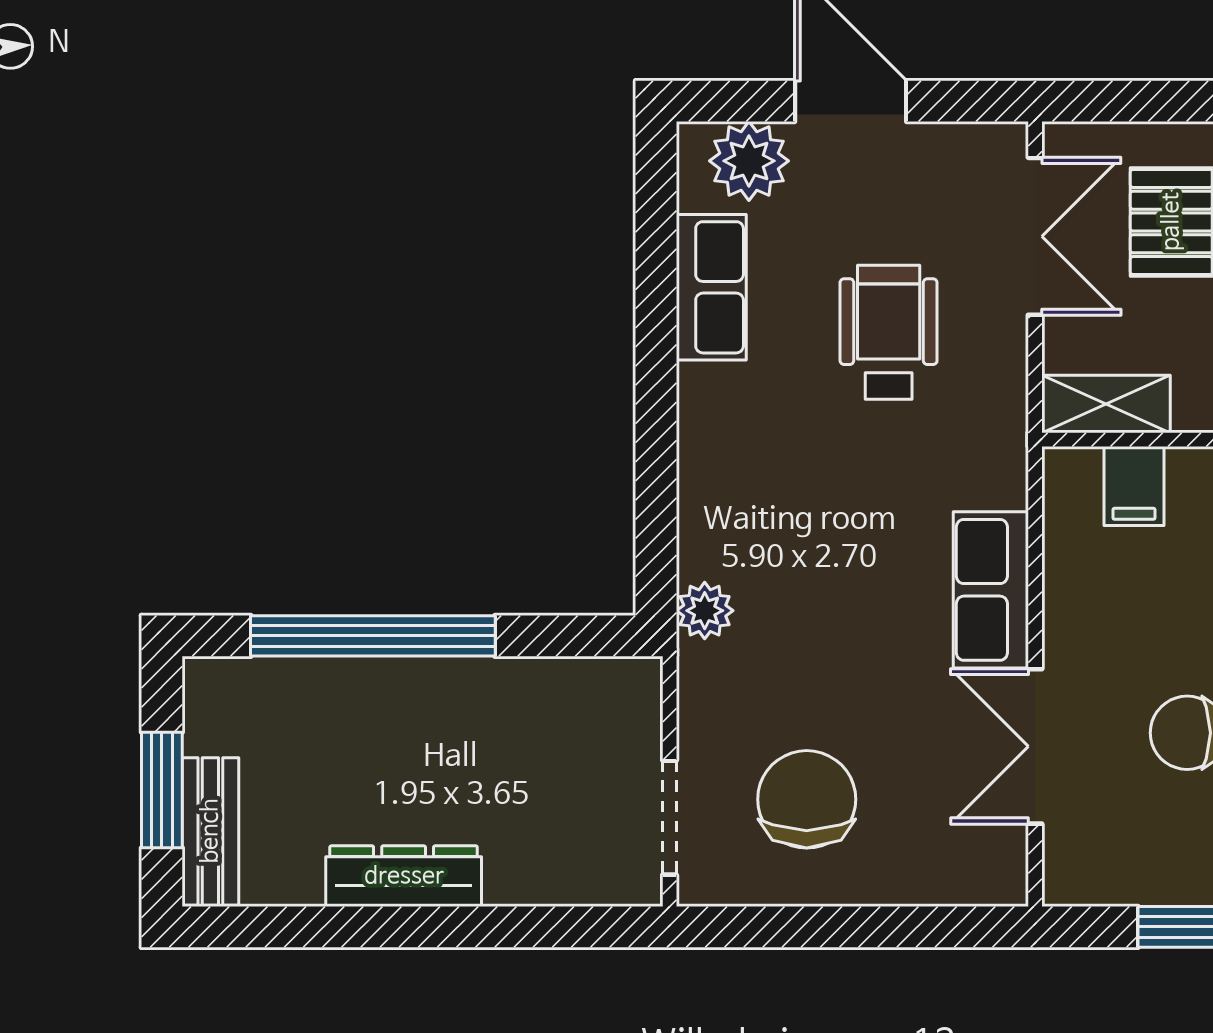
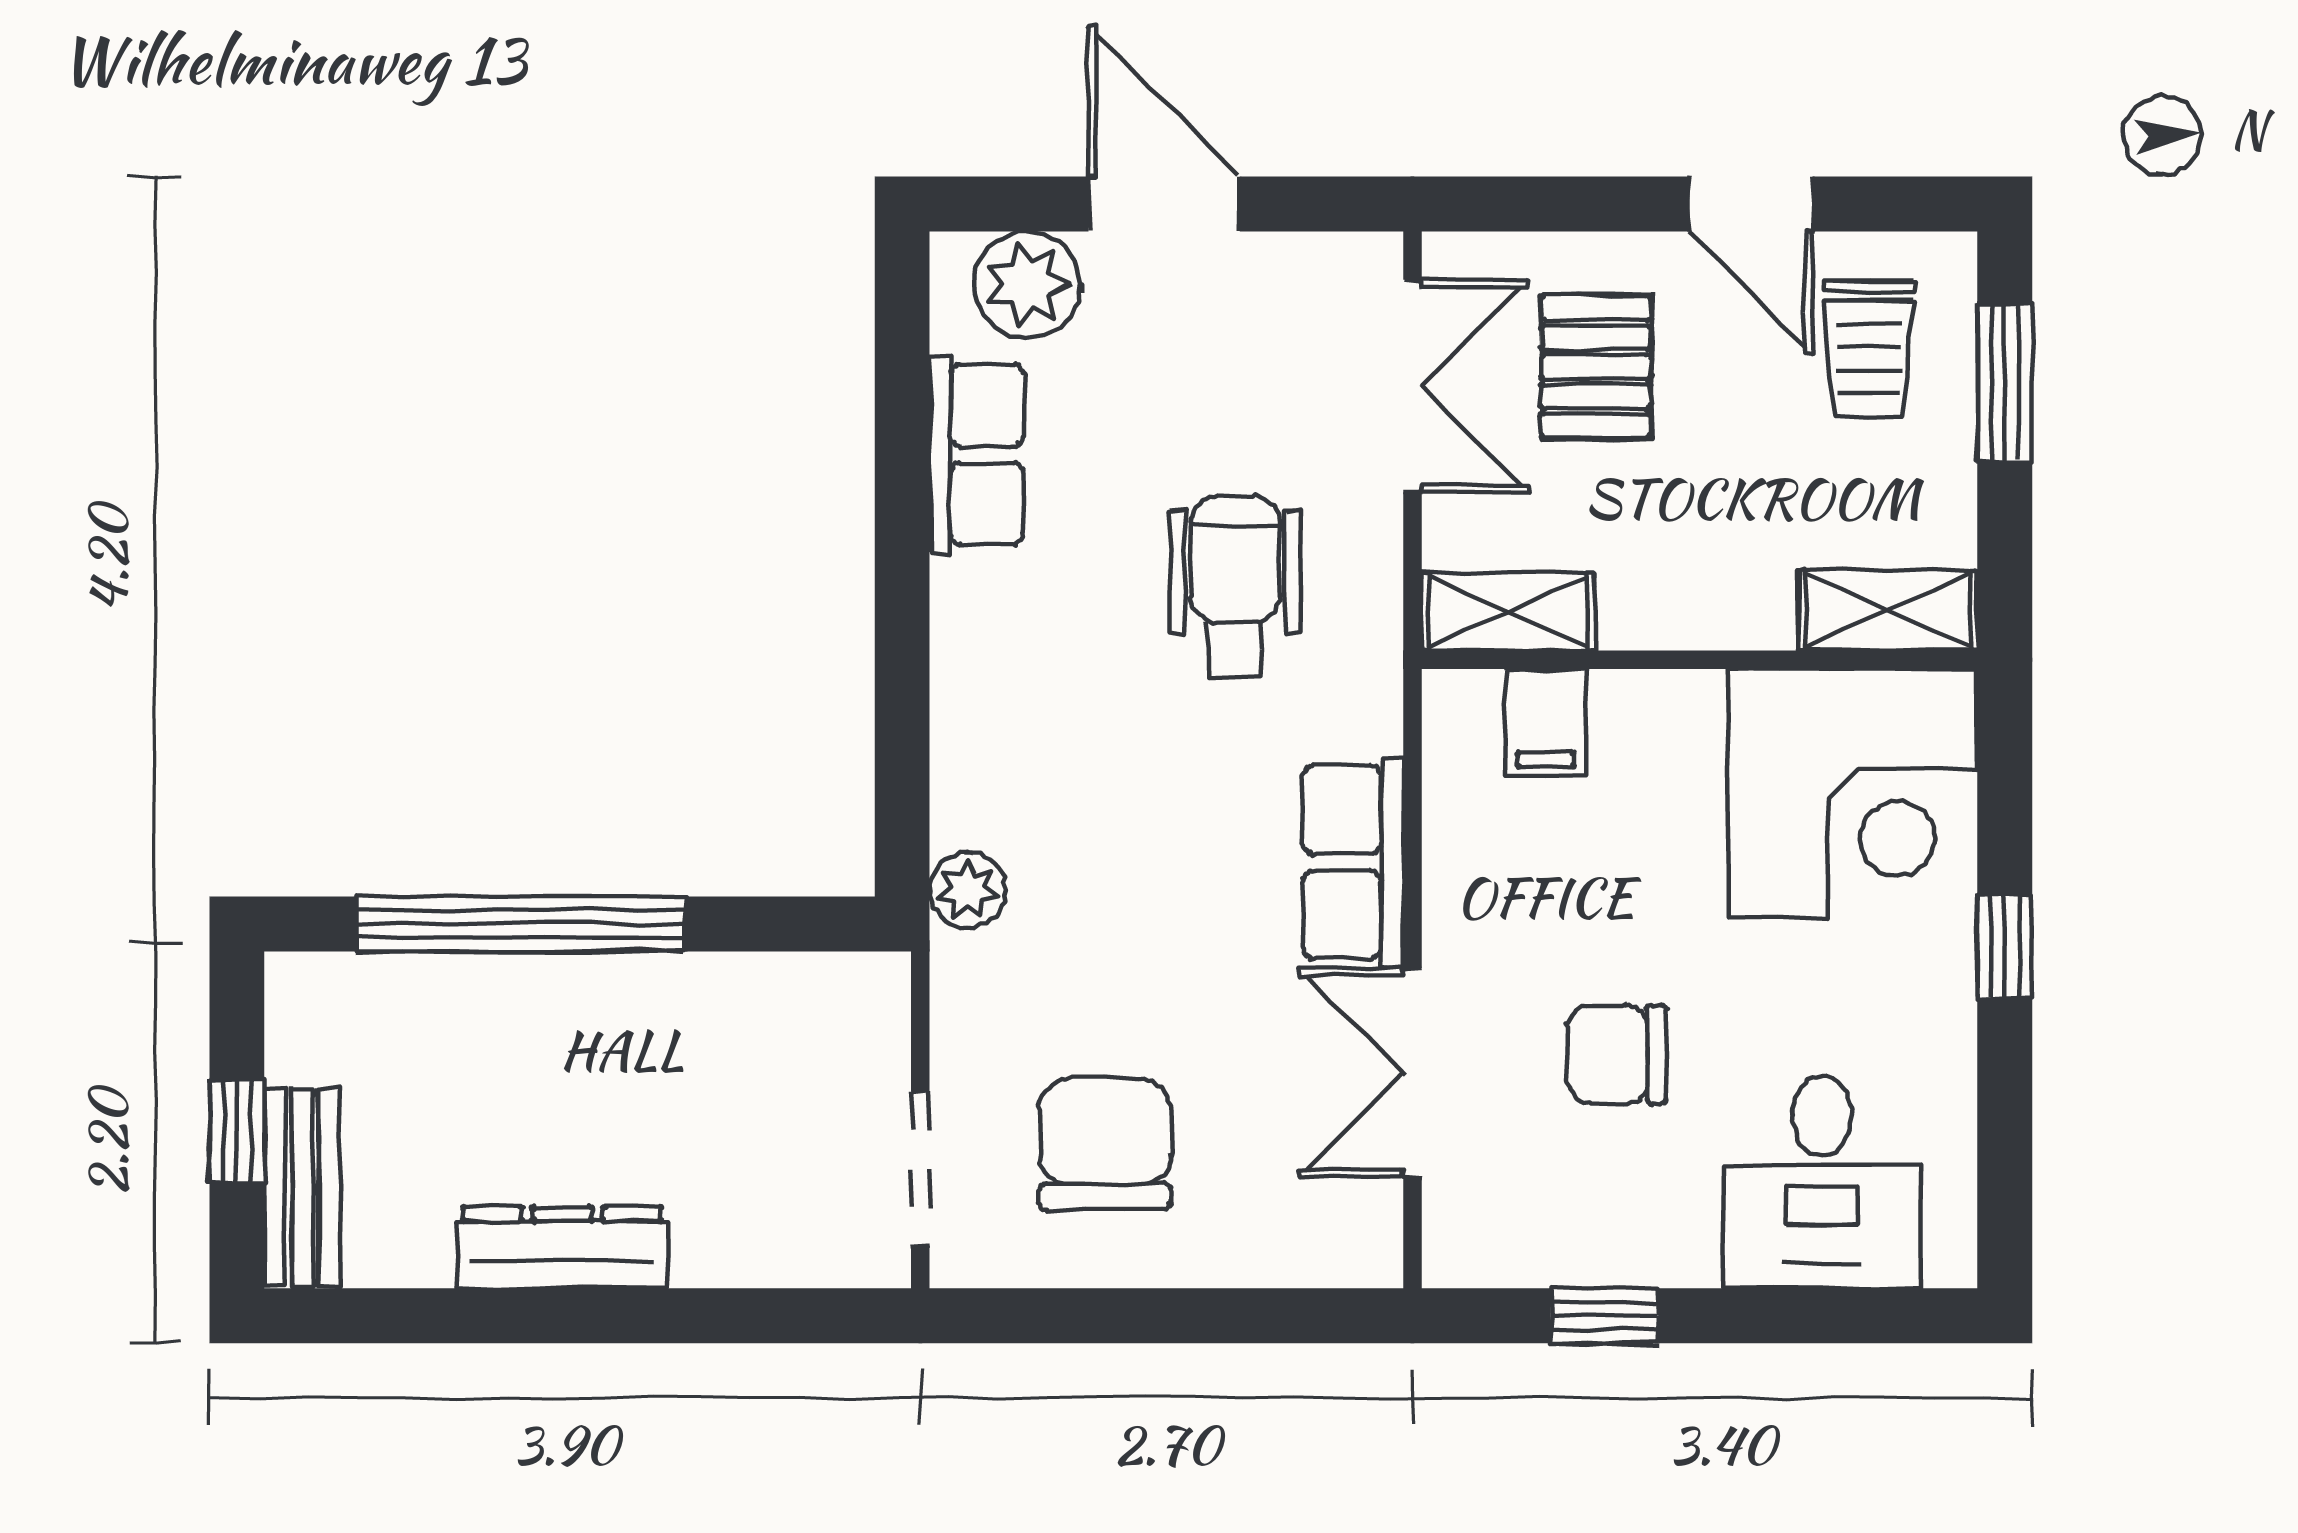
wheelchair: (889, 332) -> (1235, 586), moved
window: (162, 790) -> (237, 1131), width x0.67

